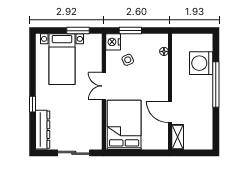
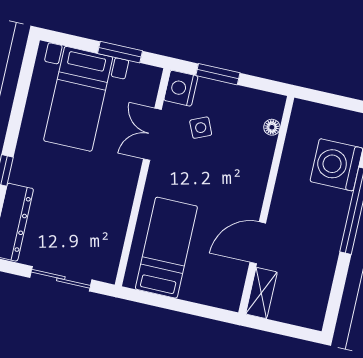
double door: (104, 86) -> (152, 134), moved
door: (170, 112) -> (258, 243), hinge flipped
bed: (124, 125) -> (166, 248), width x0.67

